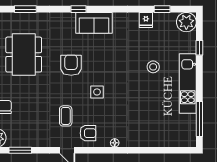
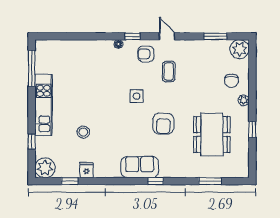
stool: (153, 67) -> (83, 132), moved
window: (101, 150) -> (132, 36), added

